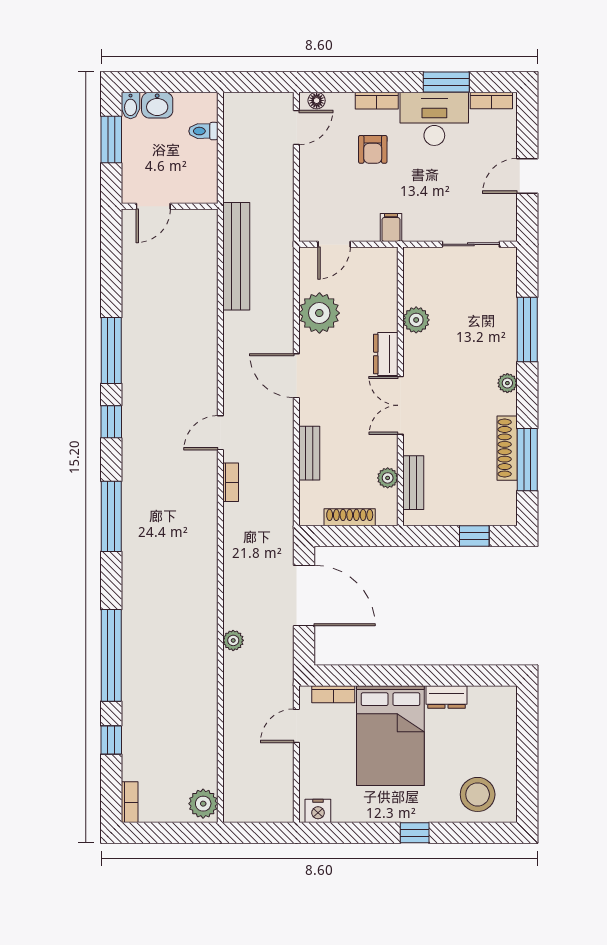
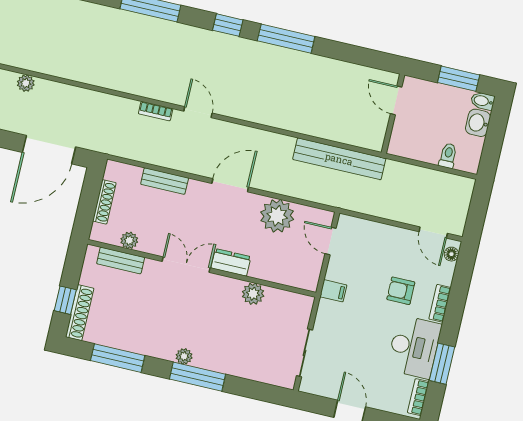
window: (527, 329) -> (197, 377), moved
shoe rack: (507, 448) -> (80, 313), moved, turned 90

